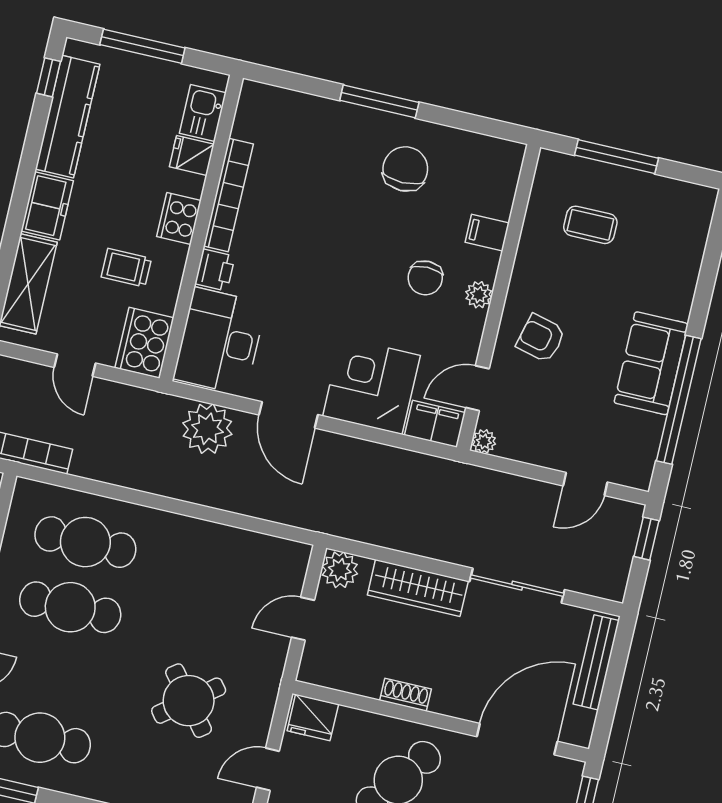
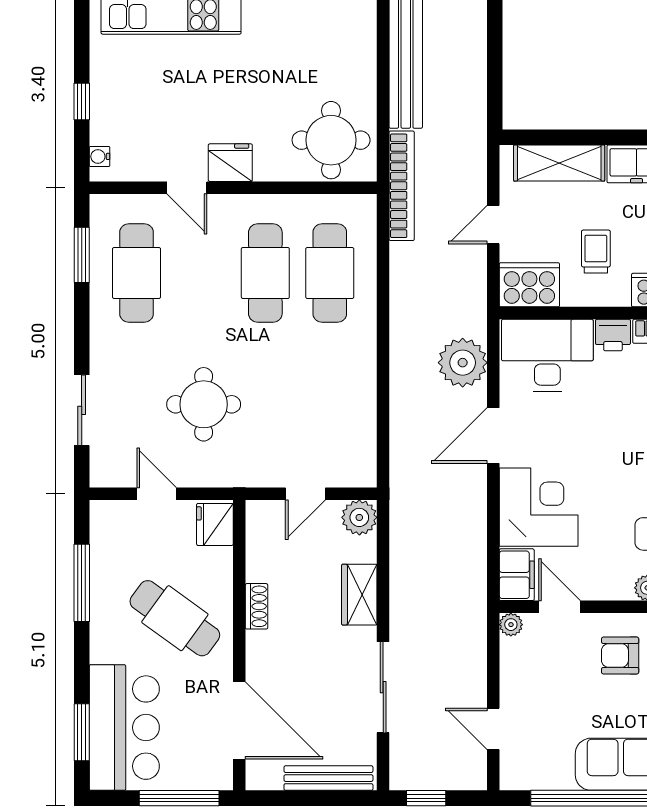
armchair: (541, 338) -> (620, 655), turned -104
window: (646, 539) -> (426, 798), moved
wardrobe: (418, 588) -> (359, 595), width x0.67
door: (303, 619) -> (305, 494), swing flipped
round table: (189, 701) -> (204, 404), turned 38

